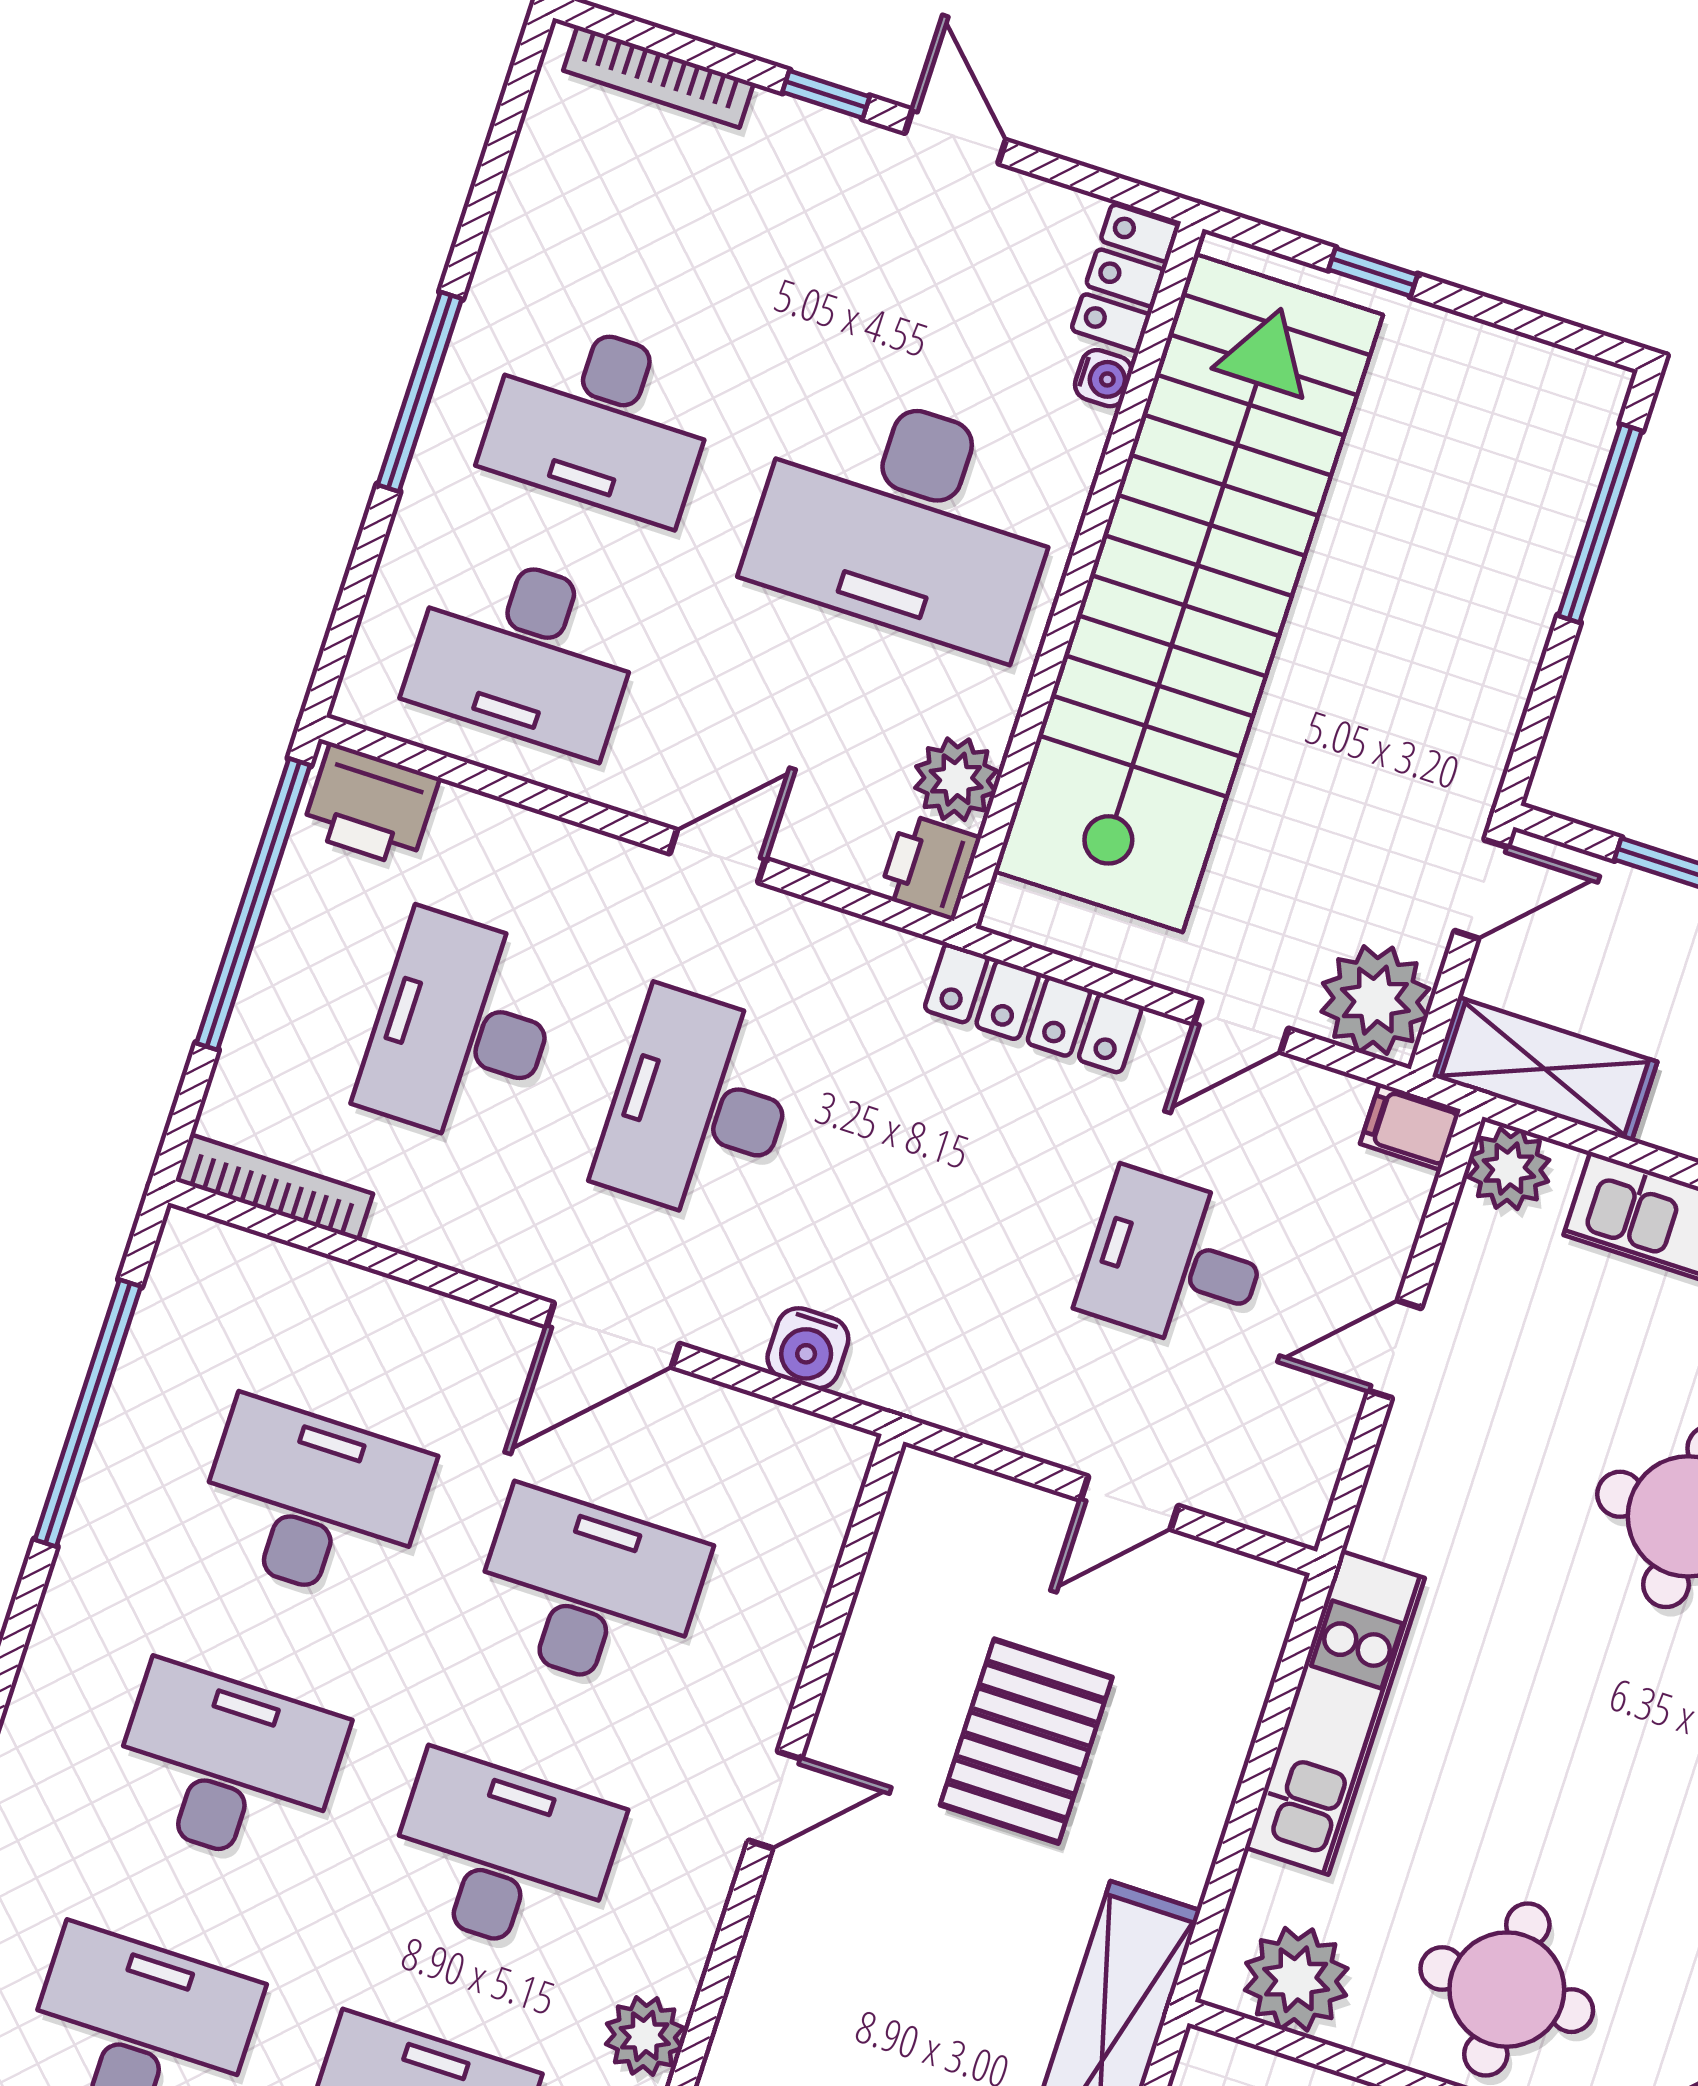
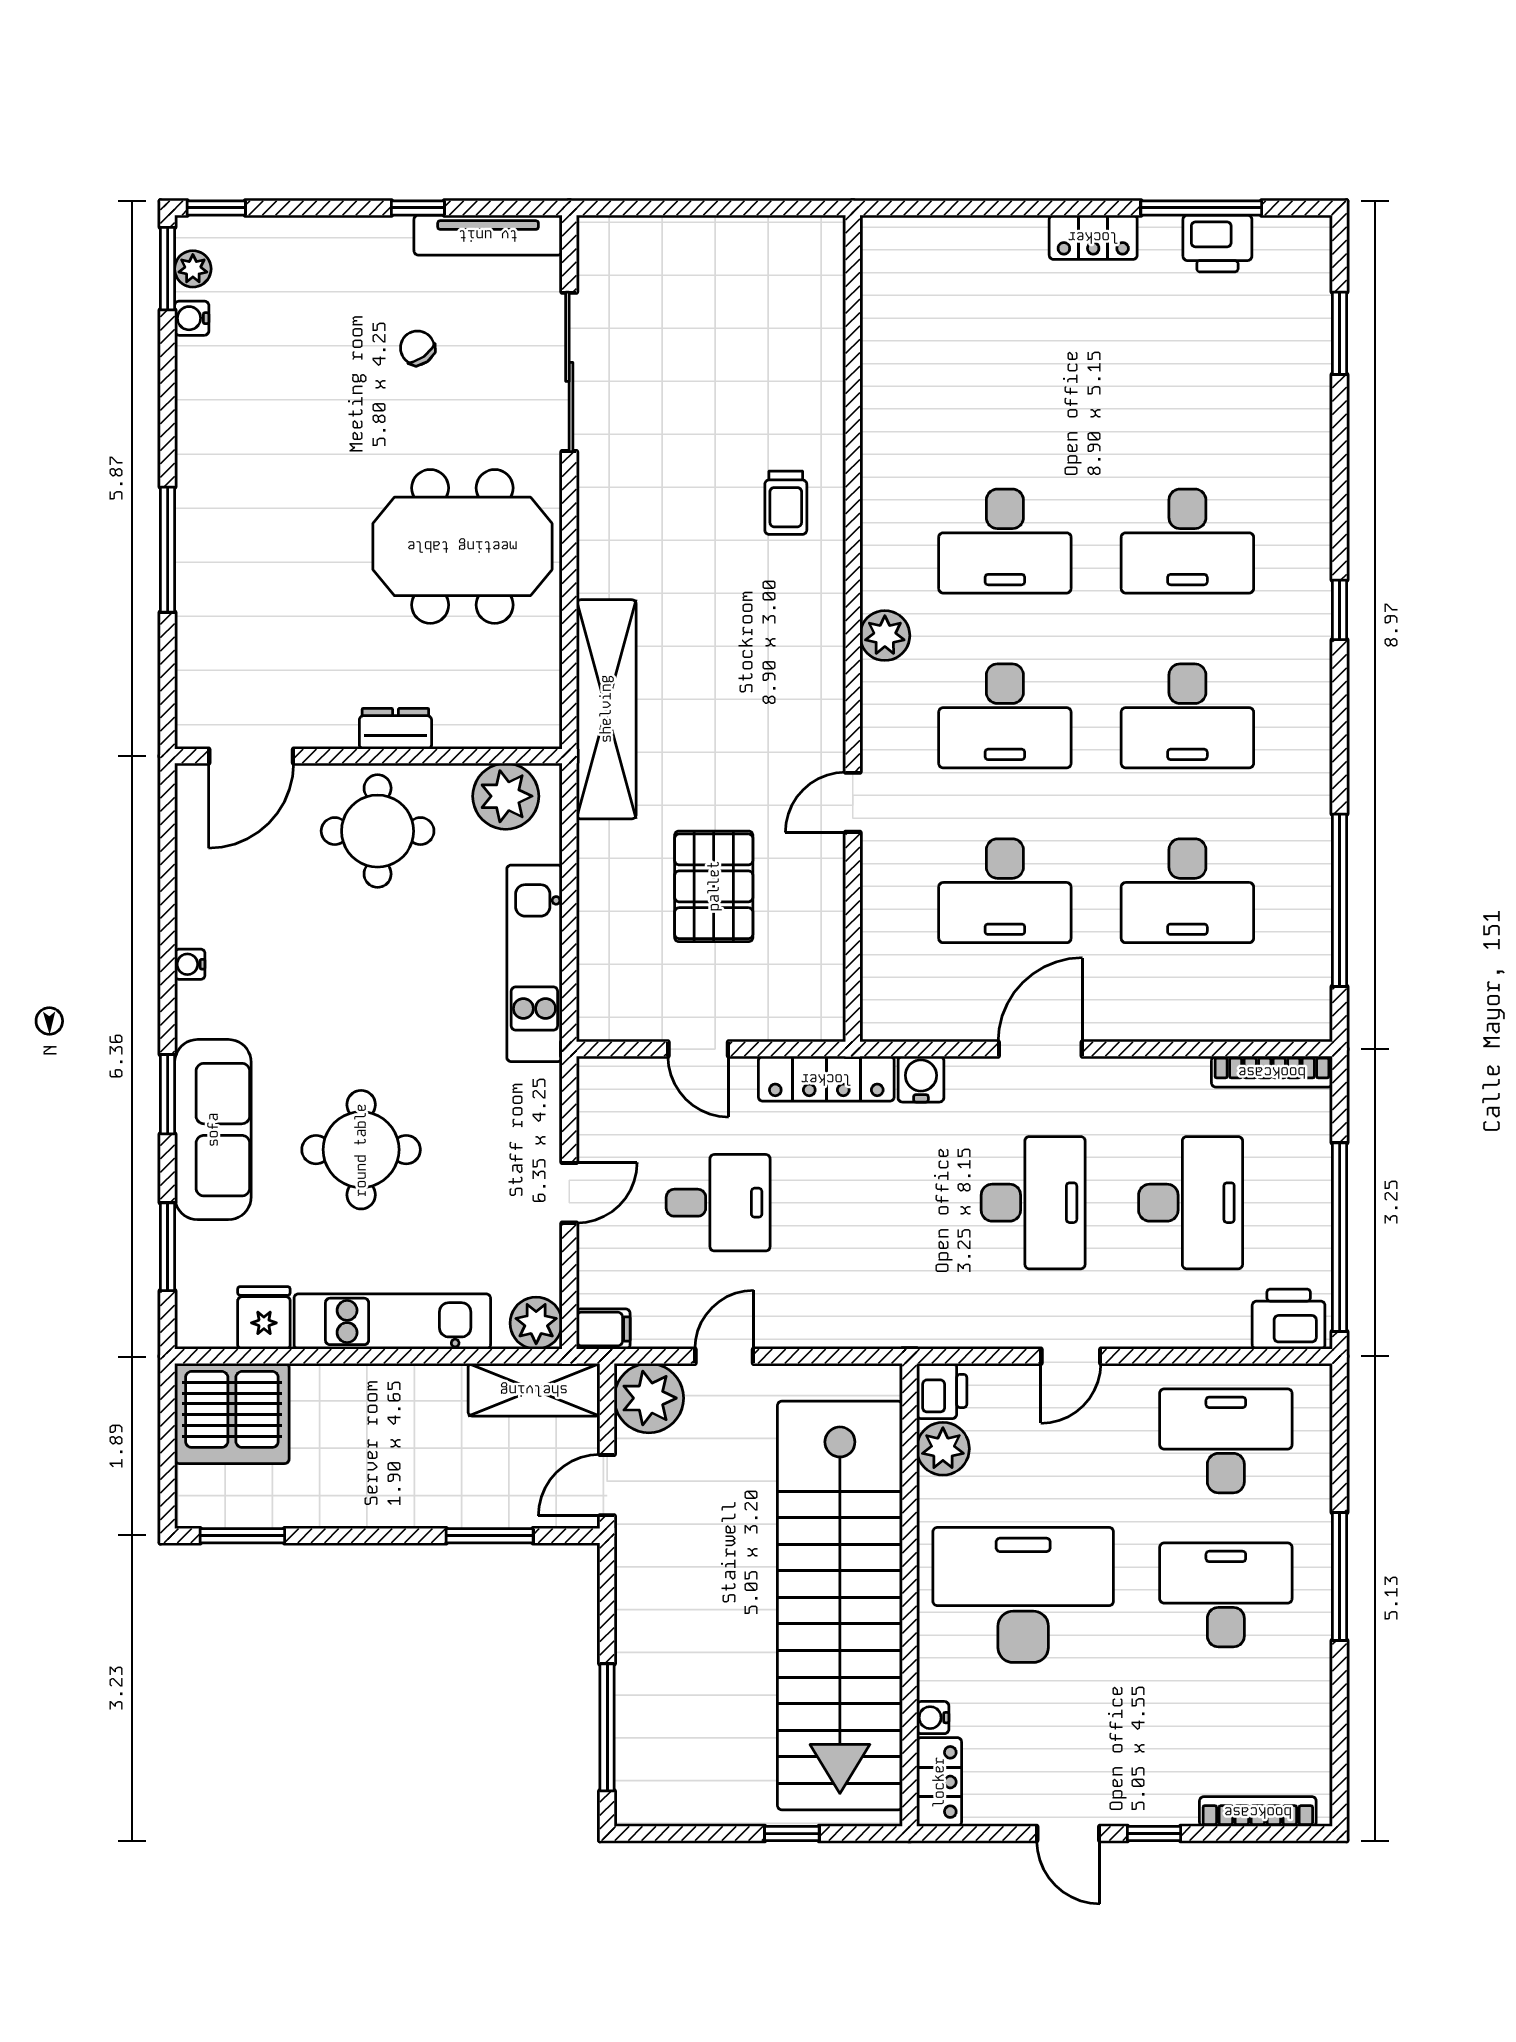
locker: (1033, 1008) -> (826, 1079), moved, turned 180
door: (1129, 1503) -> (698, 1049), swing flipped

